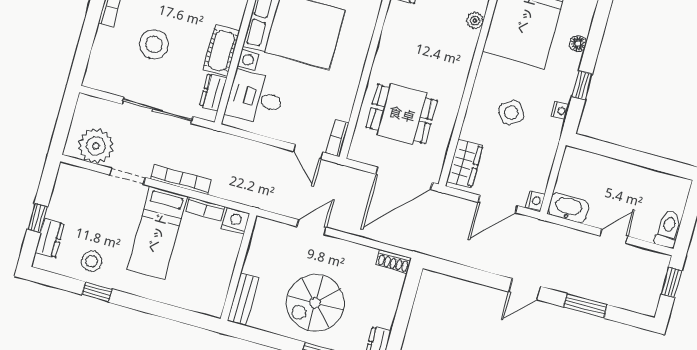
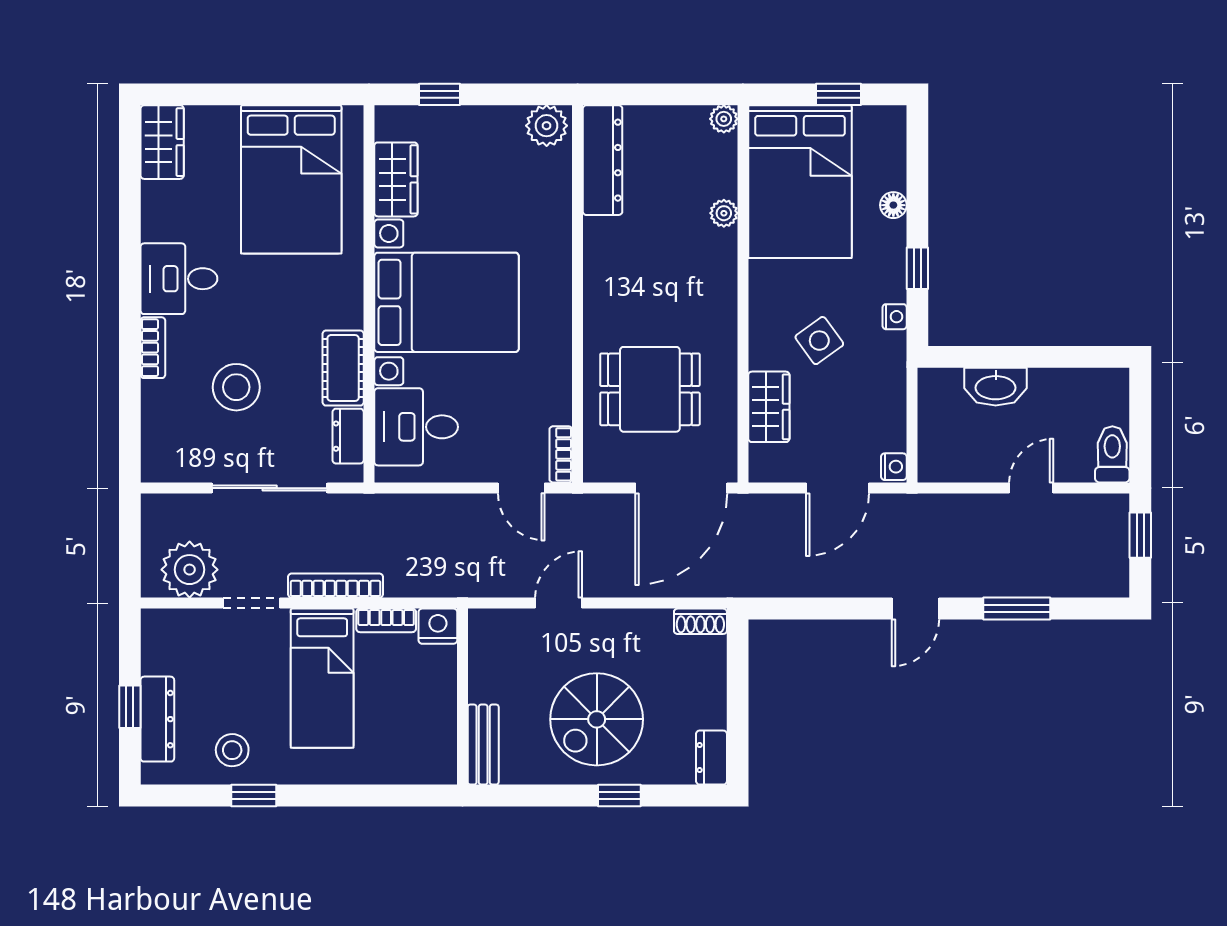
wardrobe: (465, 164) -> (769, 407), moved
washbasin: (568, 208) -> (996, 387), moved, turned 180
dresser: (50, 238) -> (157, 719), width x1.44

